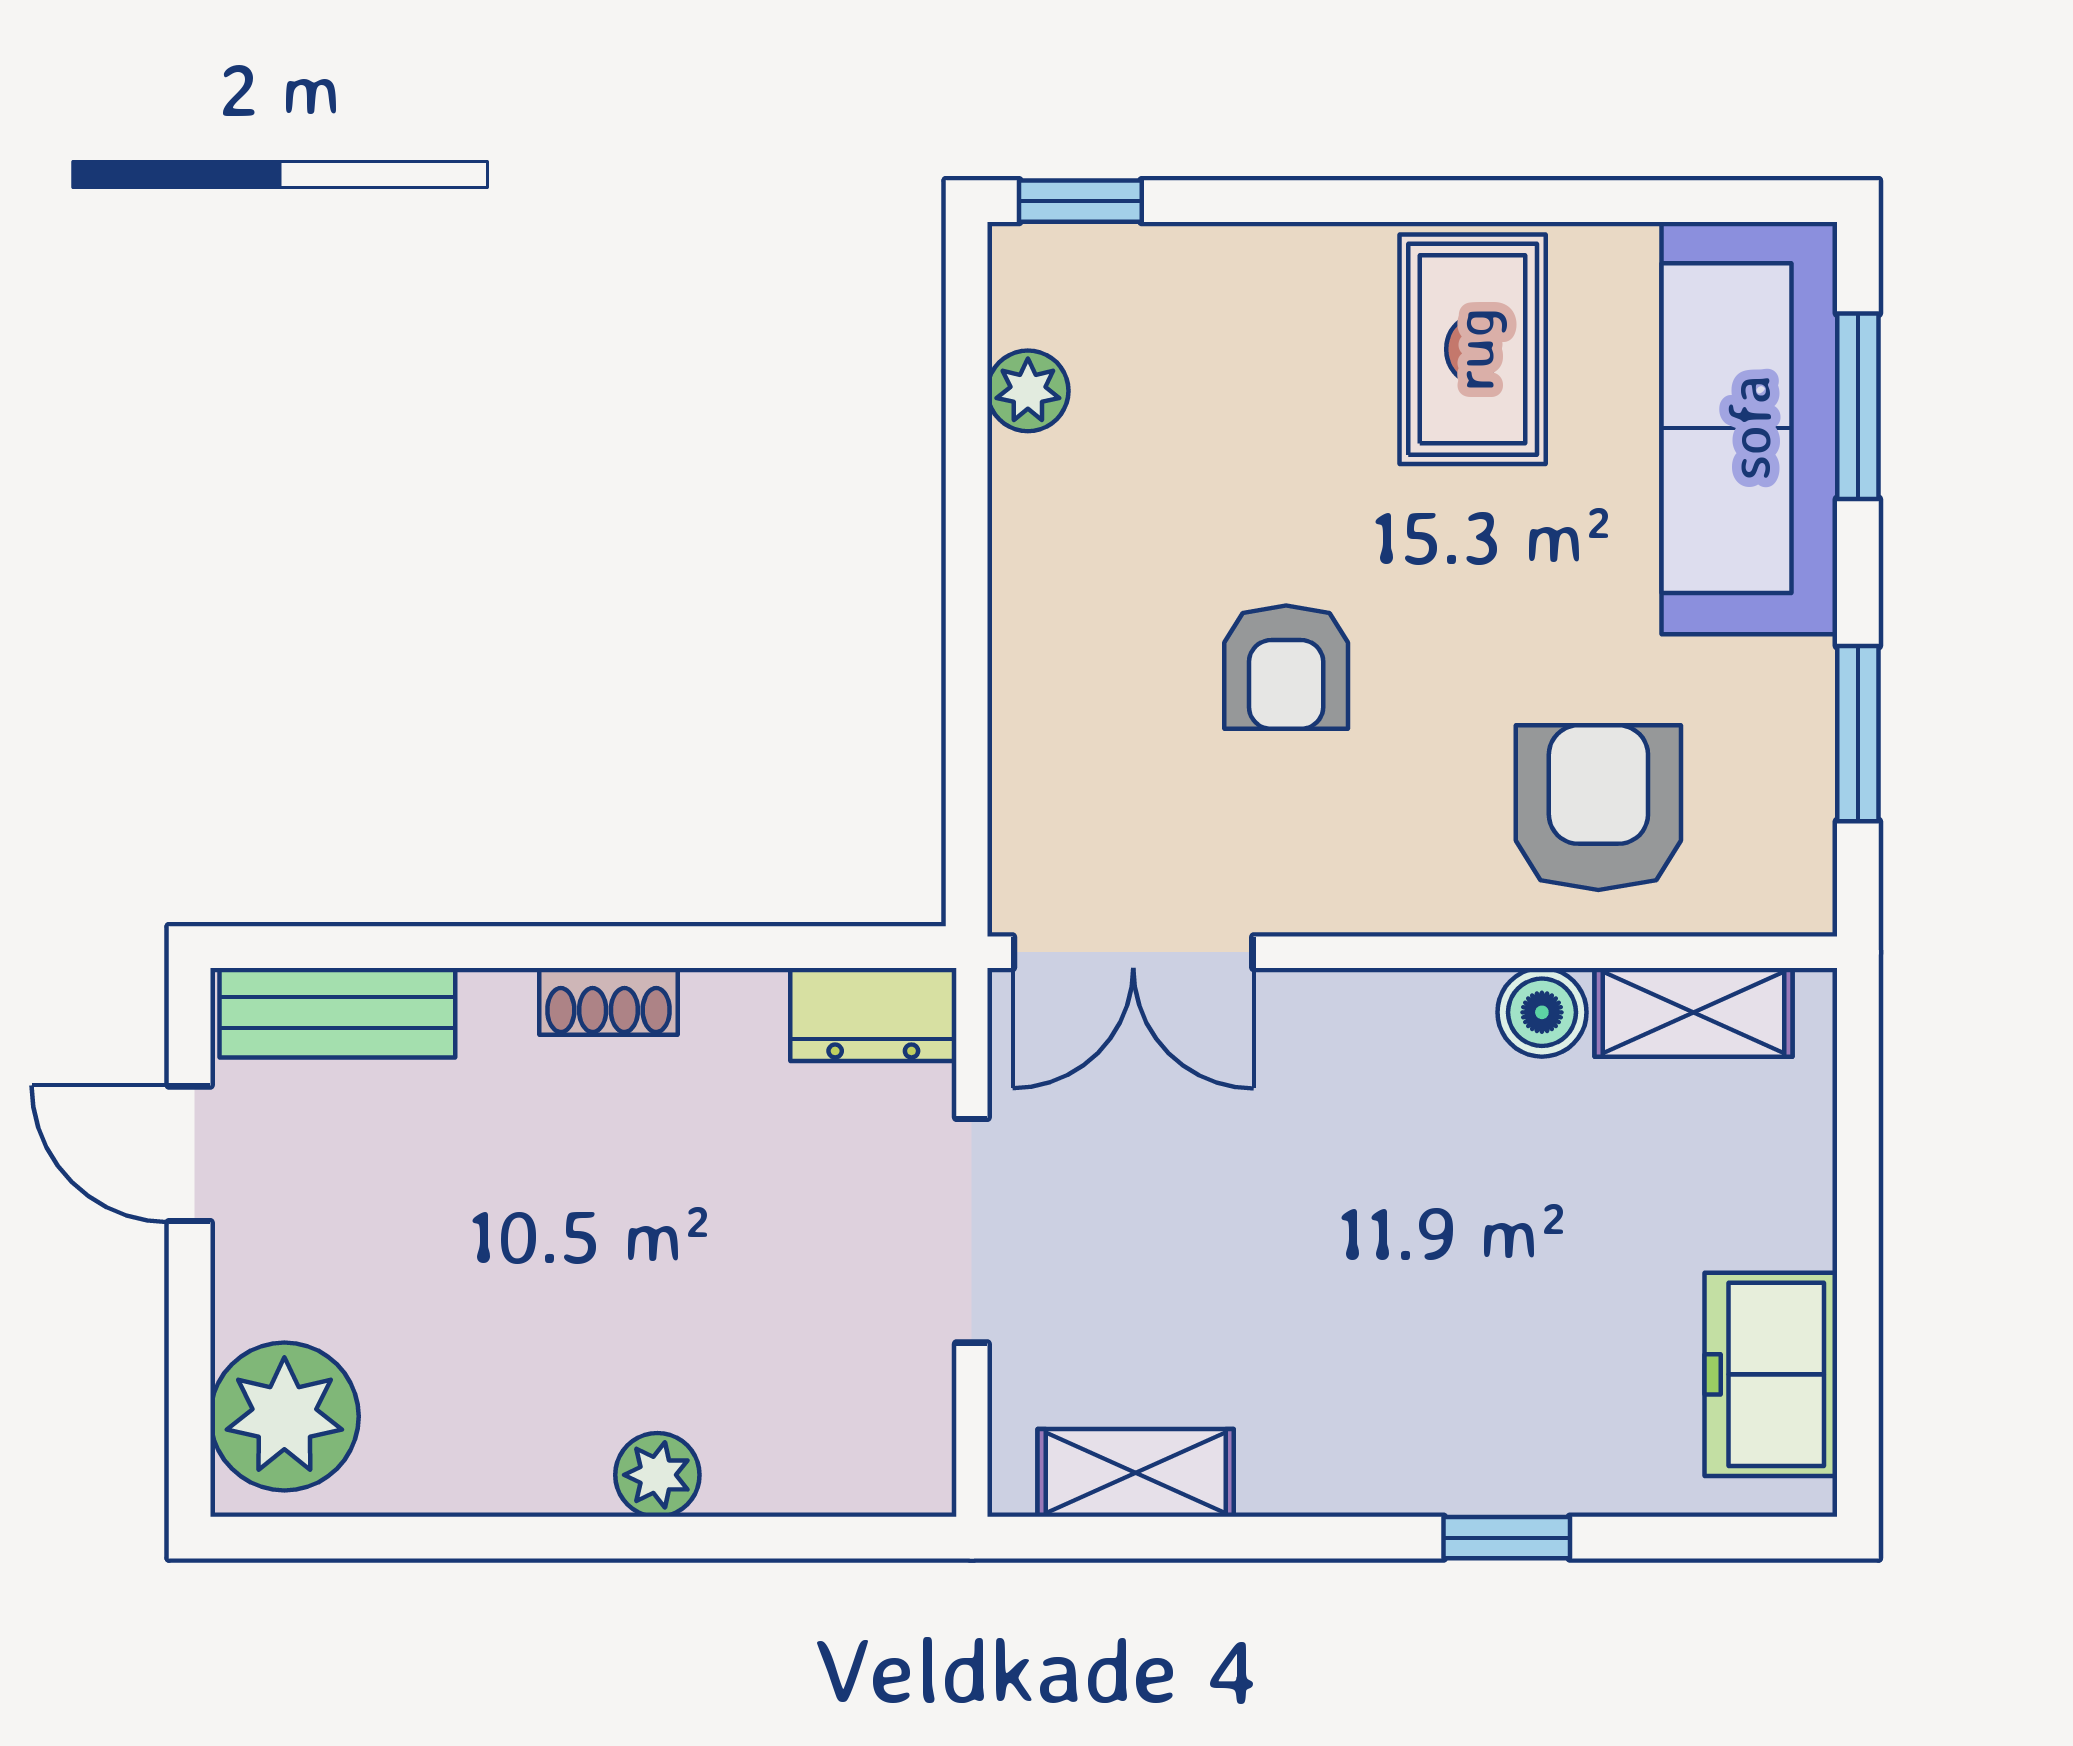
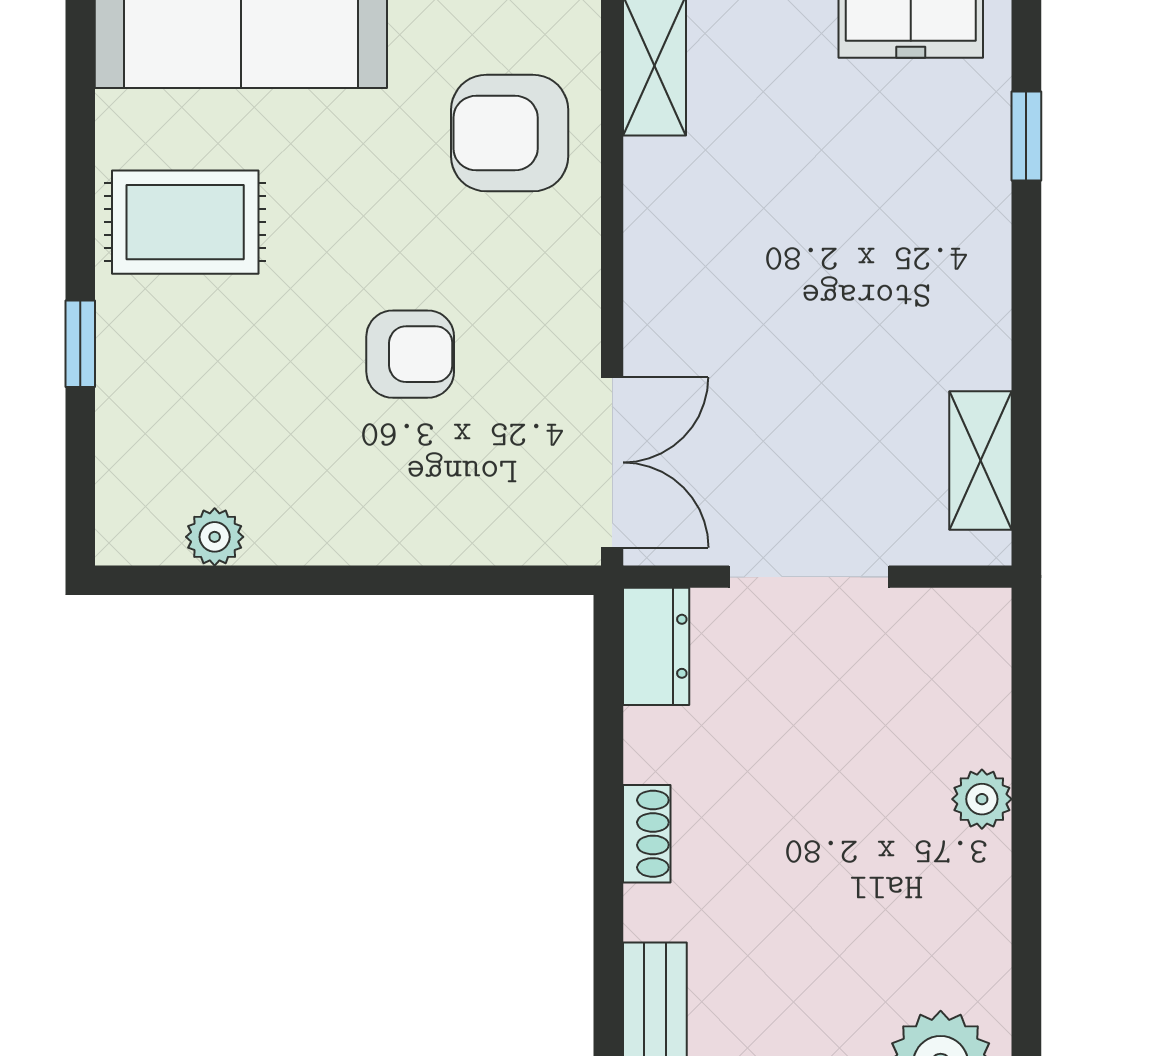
window: (1080, 201) -> (80, 344), moved
boiler: (1542, 1012) -> (654, 173), removed
window: (1507, 1538) -> (1026, 136), moved

